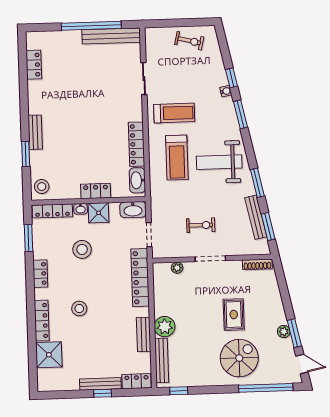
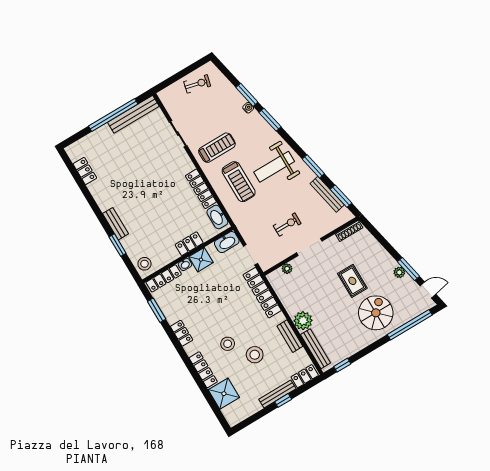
window: (231, 78) -> (247, 95), width x1.50
stool: (82, 249) -> (255, 355), moved

